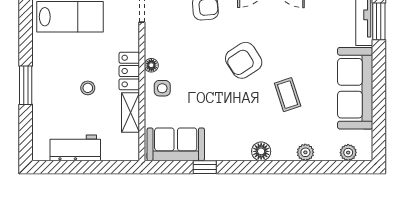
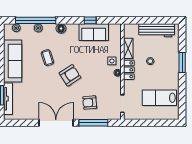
sofa: (176, 144) -> (94, 32), moved
workbench: (75, 148) -> (157, 30), width x1.37
window: (310, 167) -> (36, 20), added

